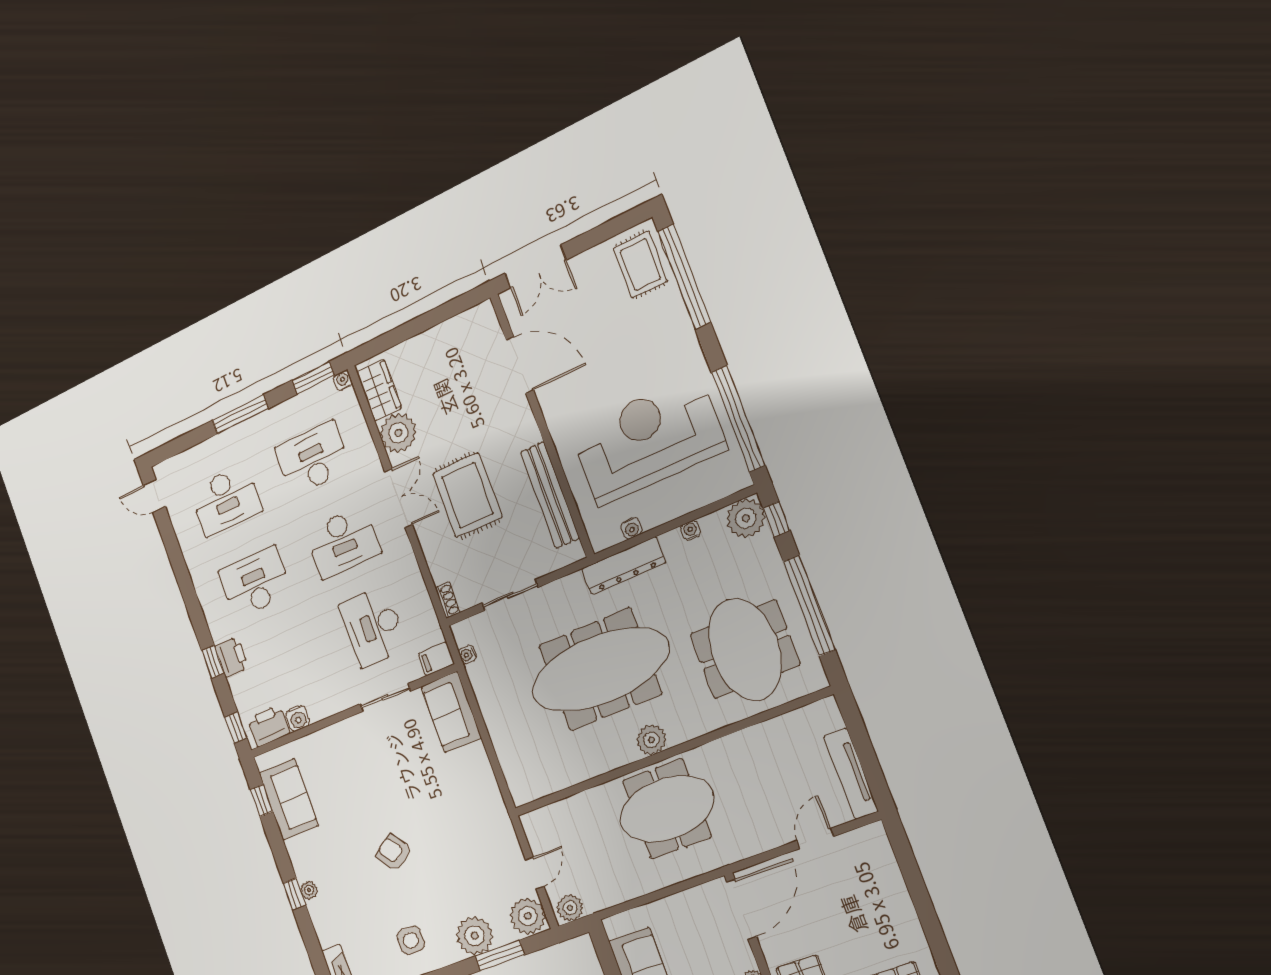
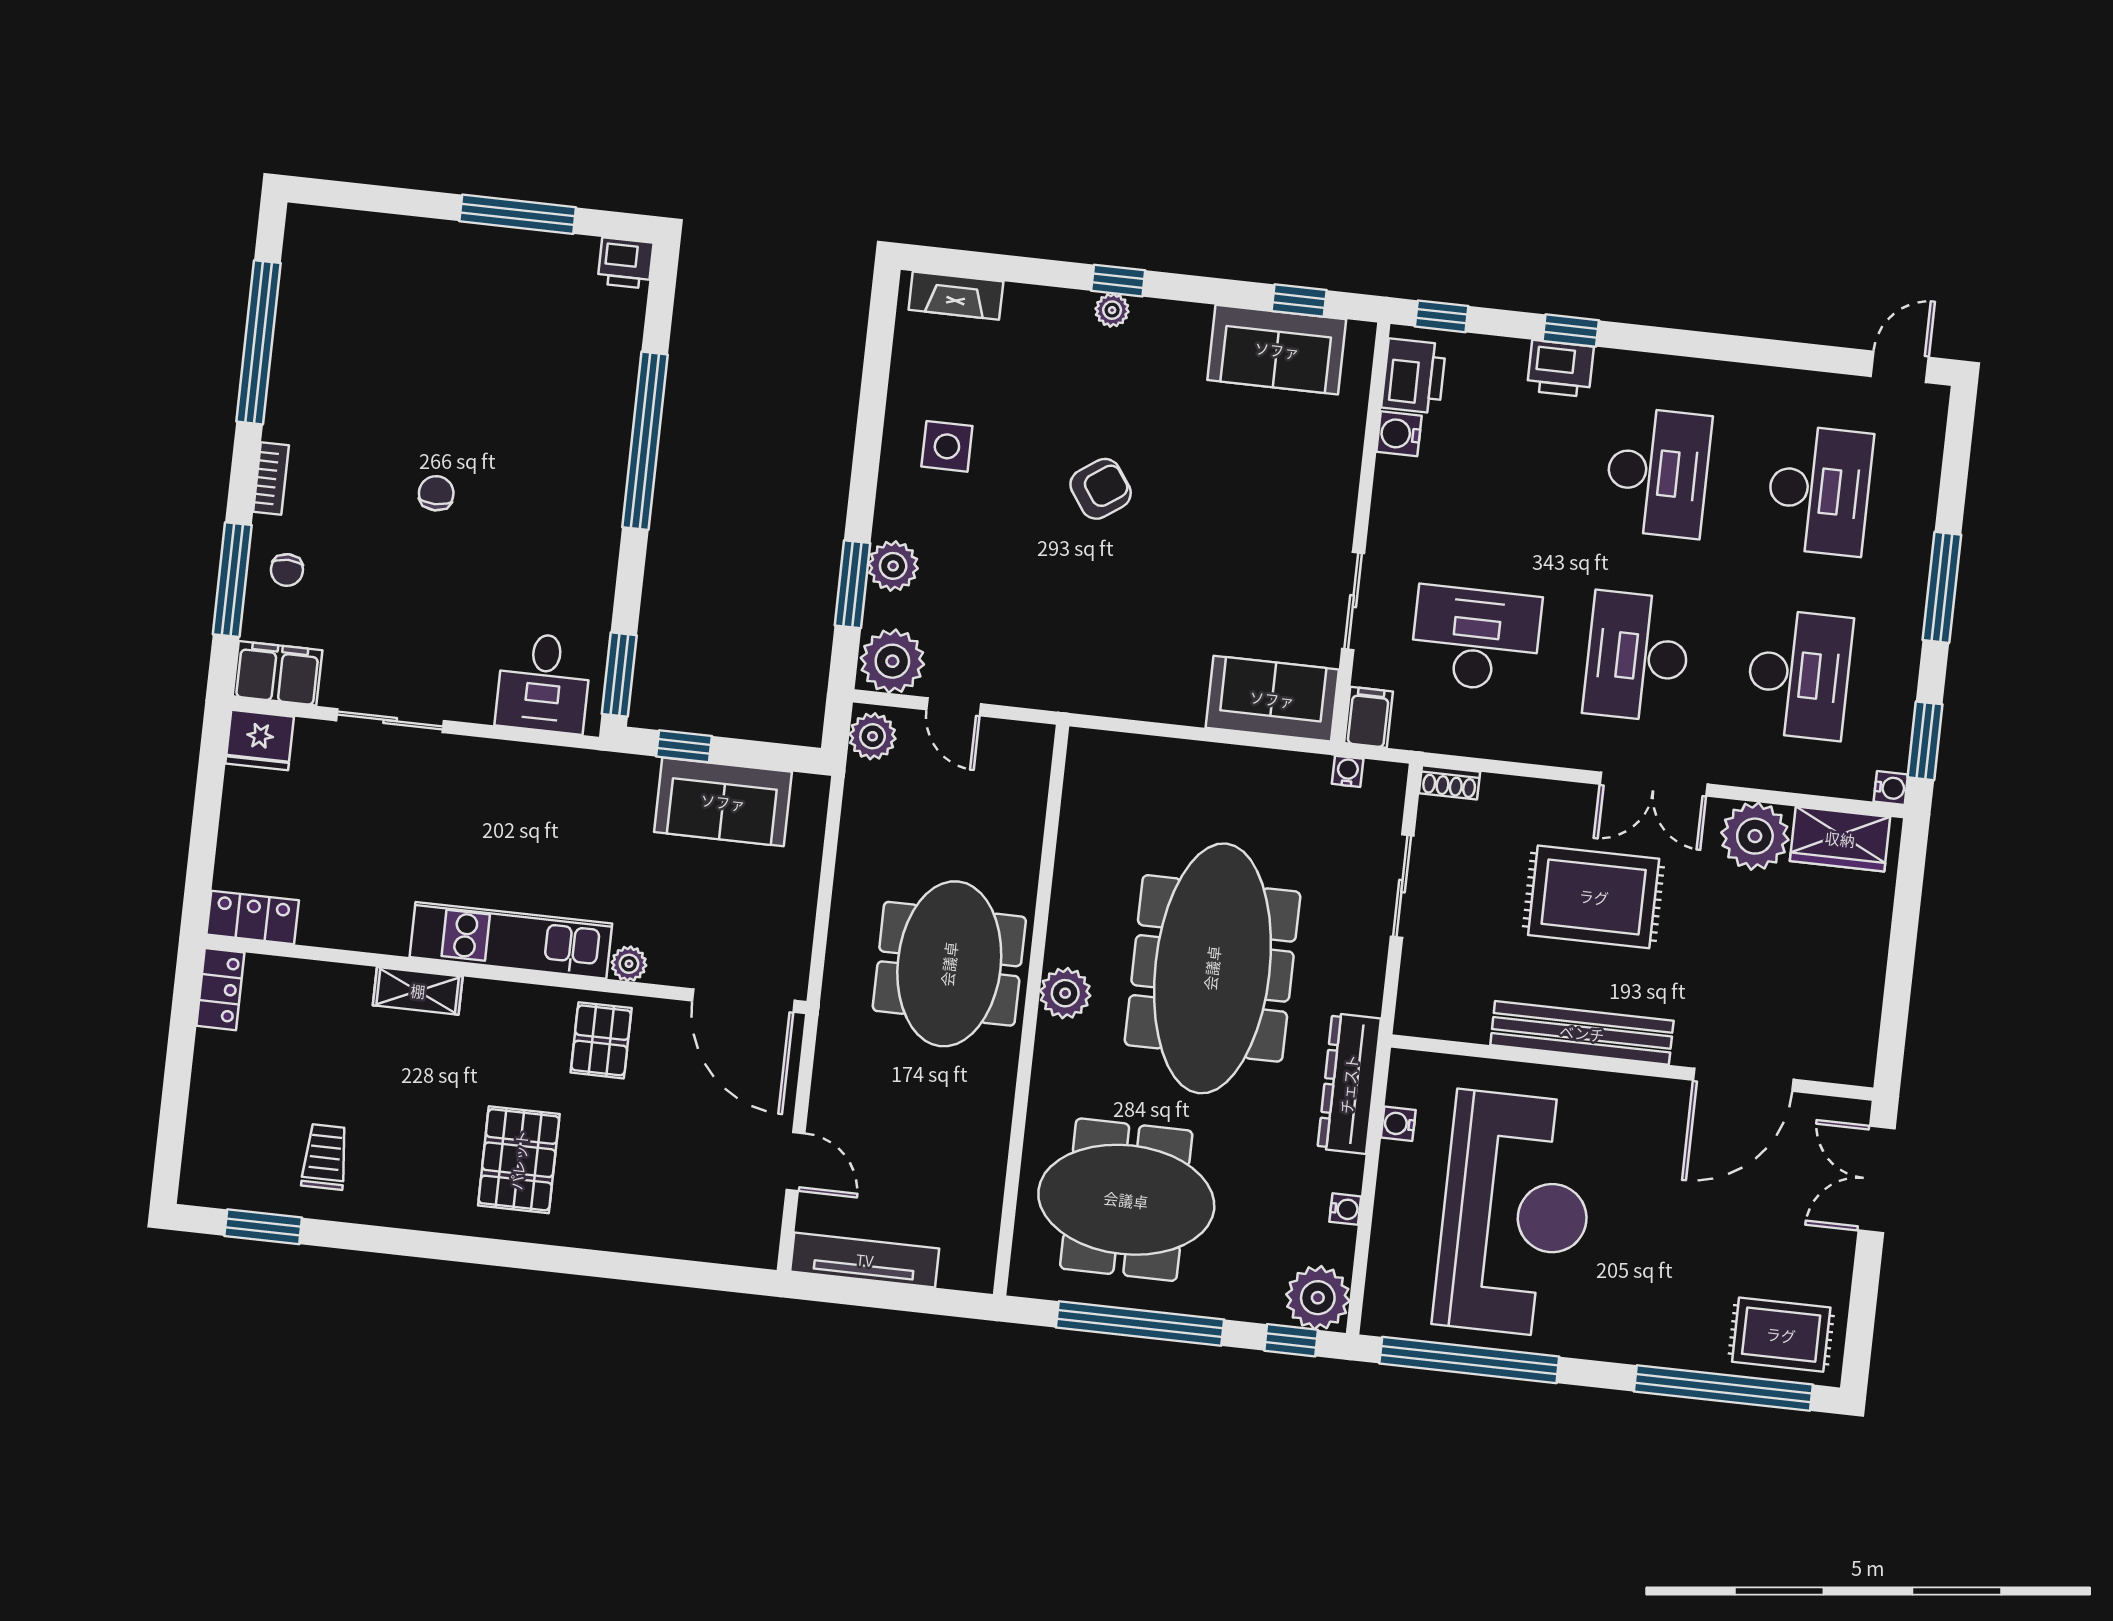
bench: (550, 495) -> (1582, 1033), moved
desk: (226, 500) -> (1819, 490), turned 180
plant: (475, 936) -> (893, 566), width x0.73, depth x0.73

